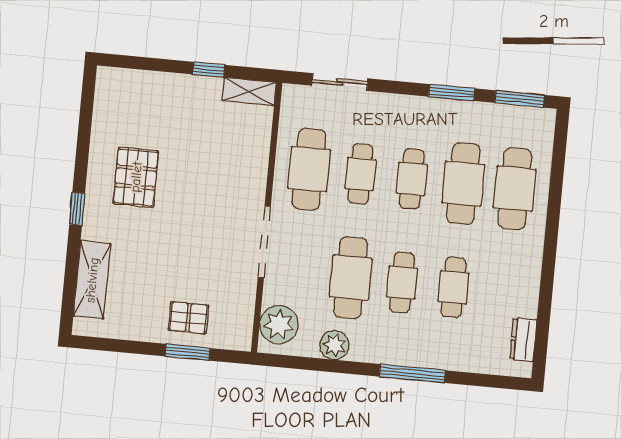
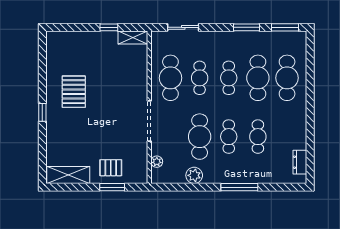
shelving: (92, 280) -> (68, 175), moved, turned 90
plant: (279, 325) -> (157, 162), width x0.53, depth x0.53

